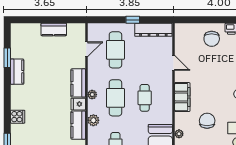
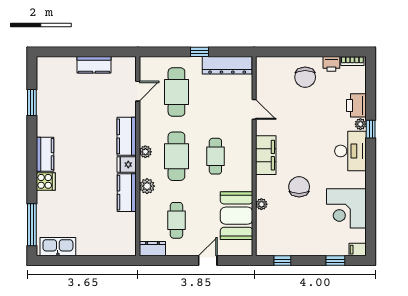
kitchen counter: (17, 72) -> (45, 154), moved

